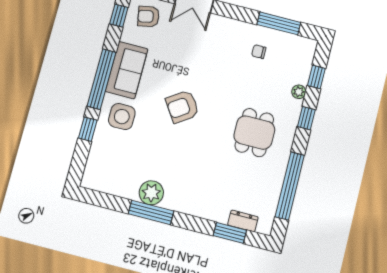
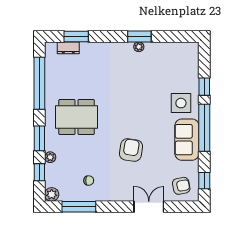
plant: (308, 47) -> (52, 194), added
armchair: (182, 107) -> (131, 150), moved, turned -47
window: (306, 118) -> (39, 138), width x1.50
dining table: (254, 133) -> (77, 117), width x1.38
plant: (151, 193) -> (139, 47), width x0.53, depth x0.53
window: (151, 212) -> (139, 36), width x0.69

